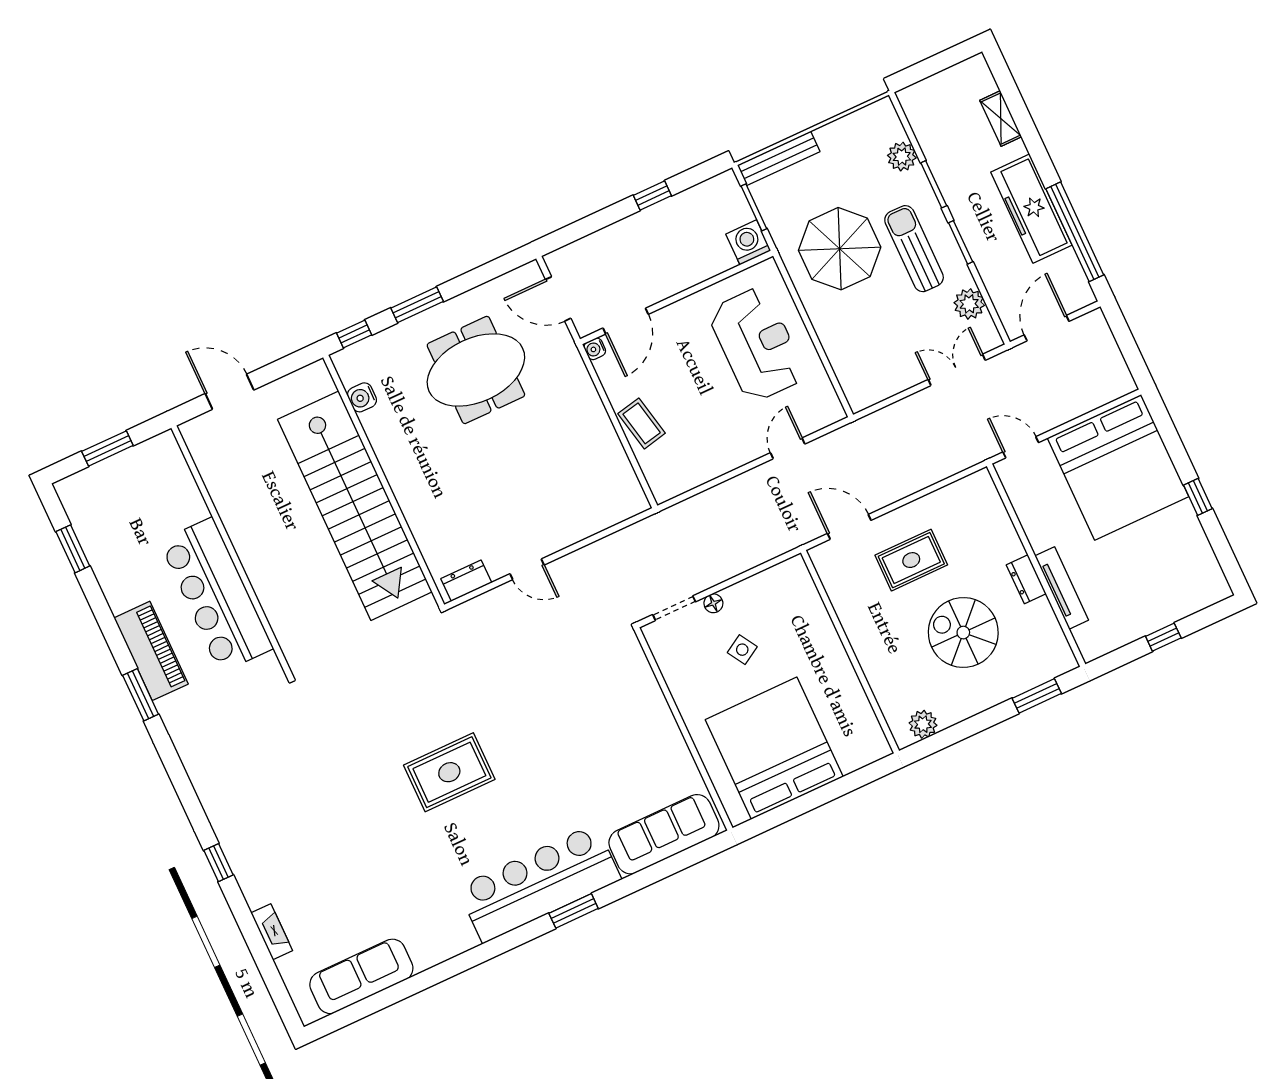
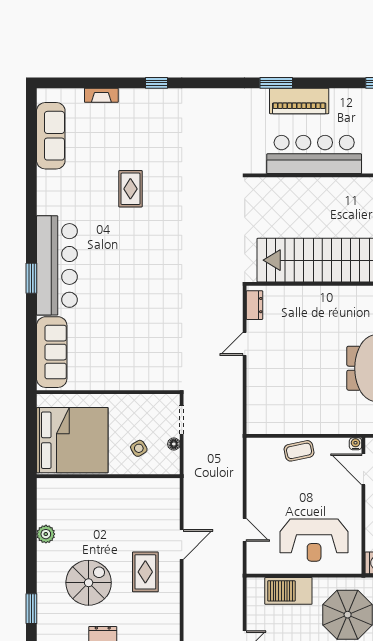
barbecue: (845, 347) -> (288, 591), added
wall: (850, 652) -> (108, 476), moved
rug: (449, 772) -> (130, 189), moved, width x0.73, depth x0.70

